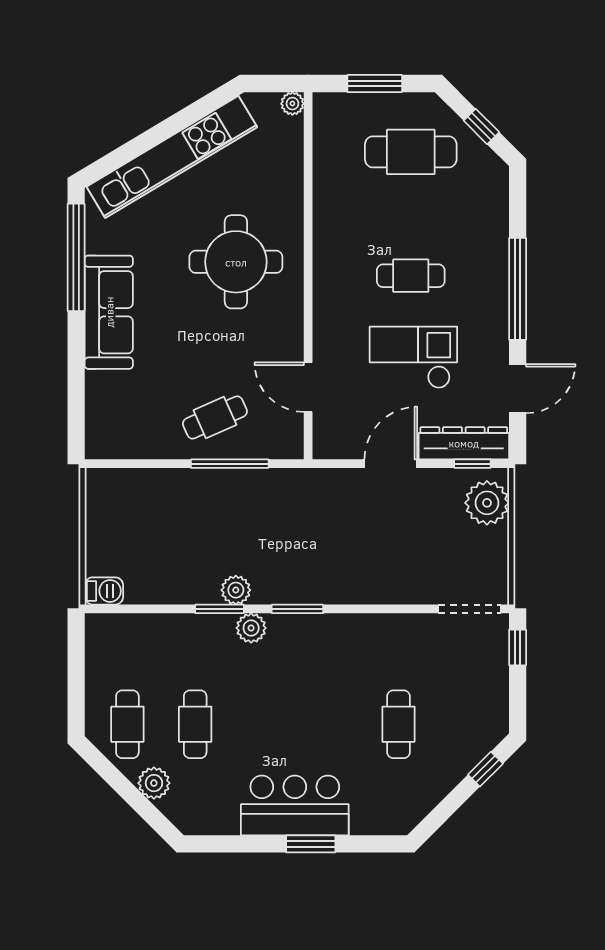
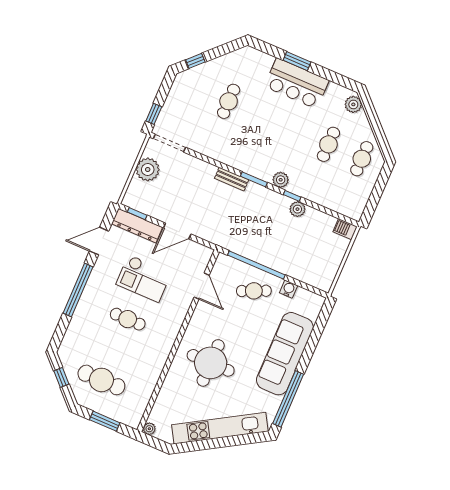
sofa: (109, 312) -> (285, 354), width x1.36, depth x1.27
water cooler: (157, 446) -> (289, 289), added
window: (230, 464) -> (256, 265), width x1.46
plant: (487, 503) -> (148, 169), moved
plant: (236, 590) -> (297, 209), moved
bench: (336, 593) -> (232, 179), added
window: (219, 609) -> (292, 196), width x0.67
plant: (154, 783) -> (353, 104), moved

